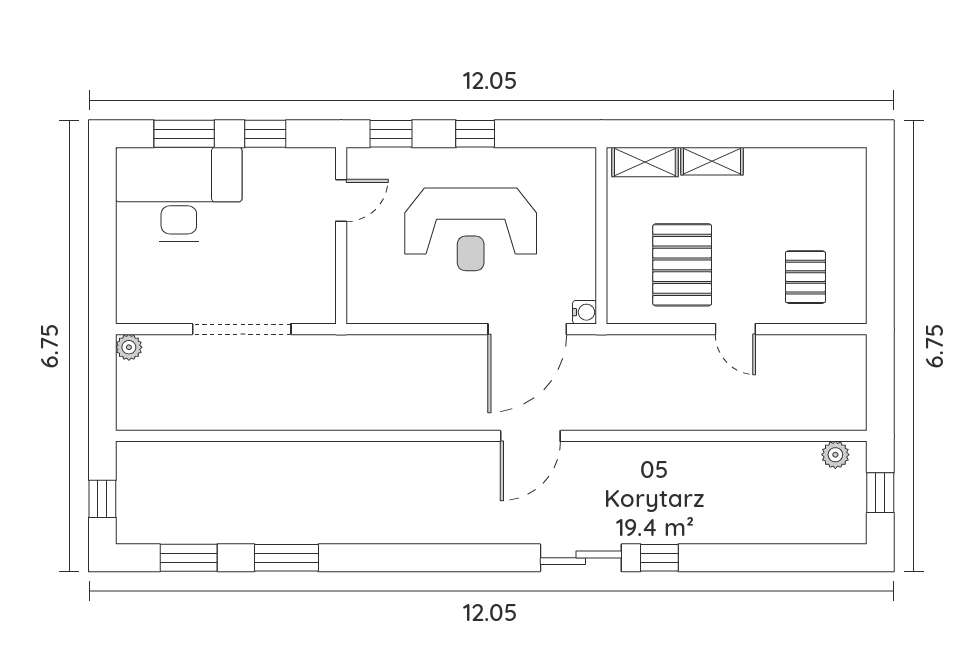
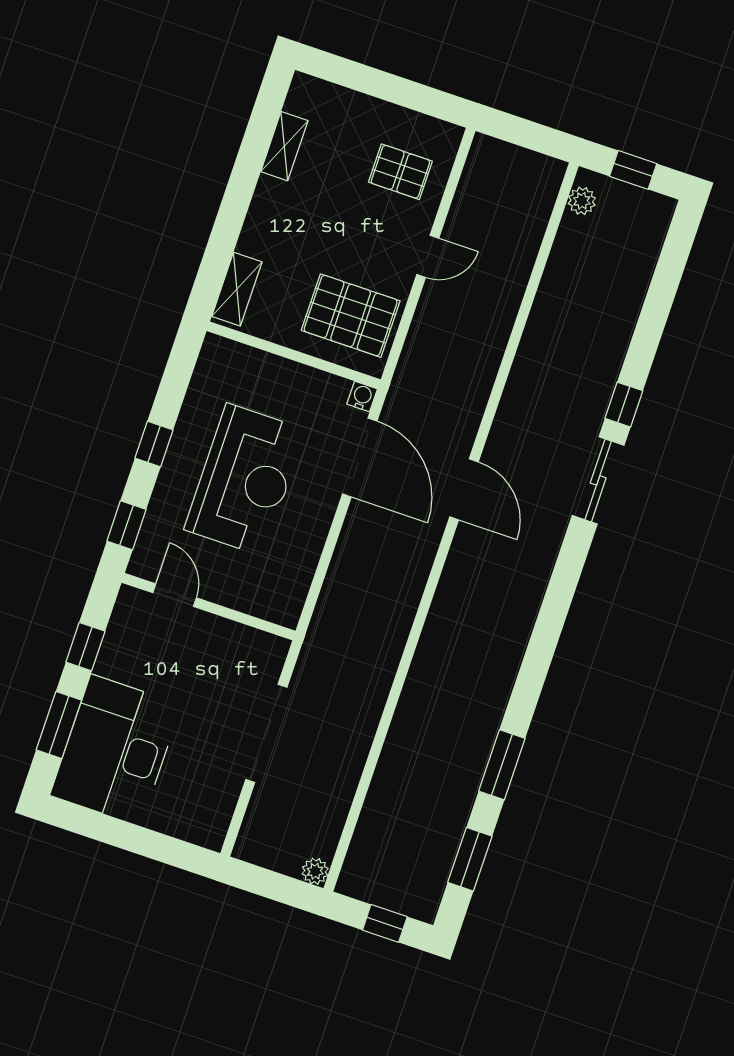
shelving: (712, 161) -> (284, 146), moved
pallet: (682, 265) -> (351, 316), moved
plant: (129, 347) -> (315, 871), moved

